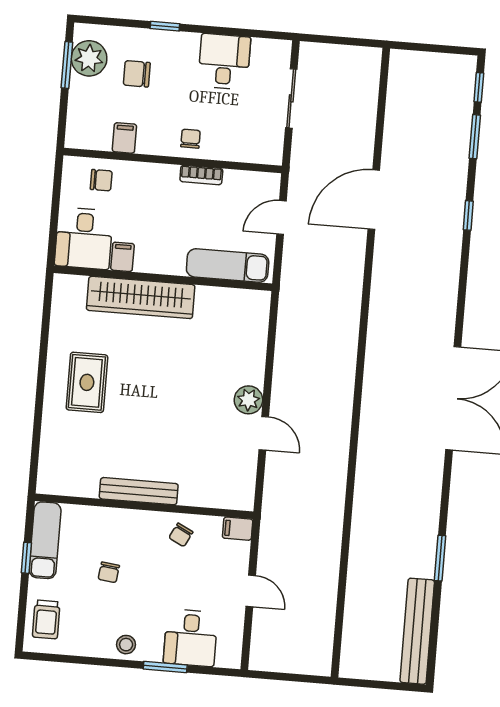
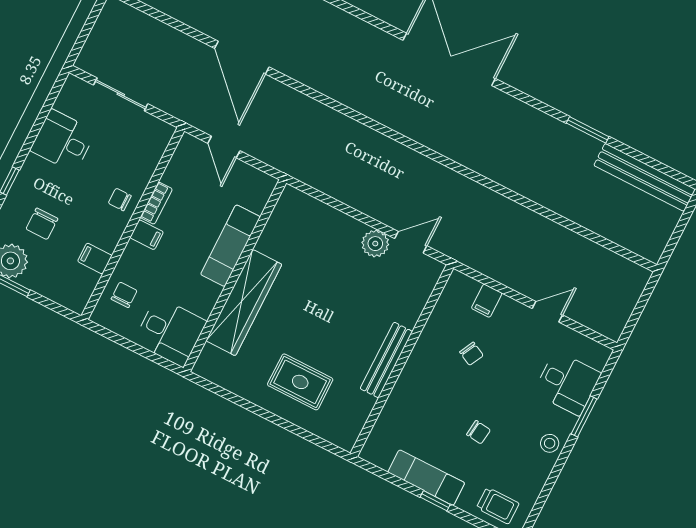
filing cabinet: (122, 257) -> (147, 235), moved, turned 180
exam couch: (228, 265) -> (230, 246), moved
bench: (139, 491) -> (386, 360), moved
wall: (144, 506) -> (402, 361), moved

